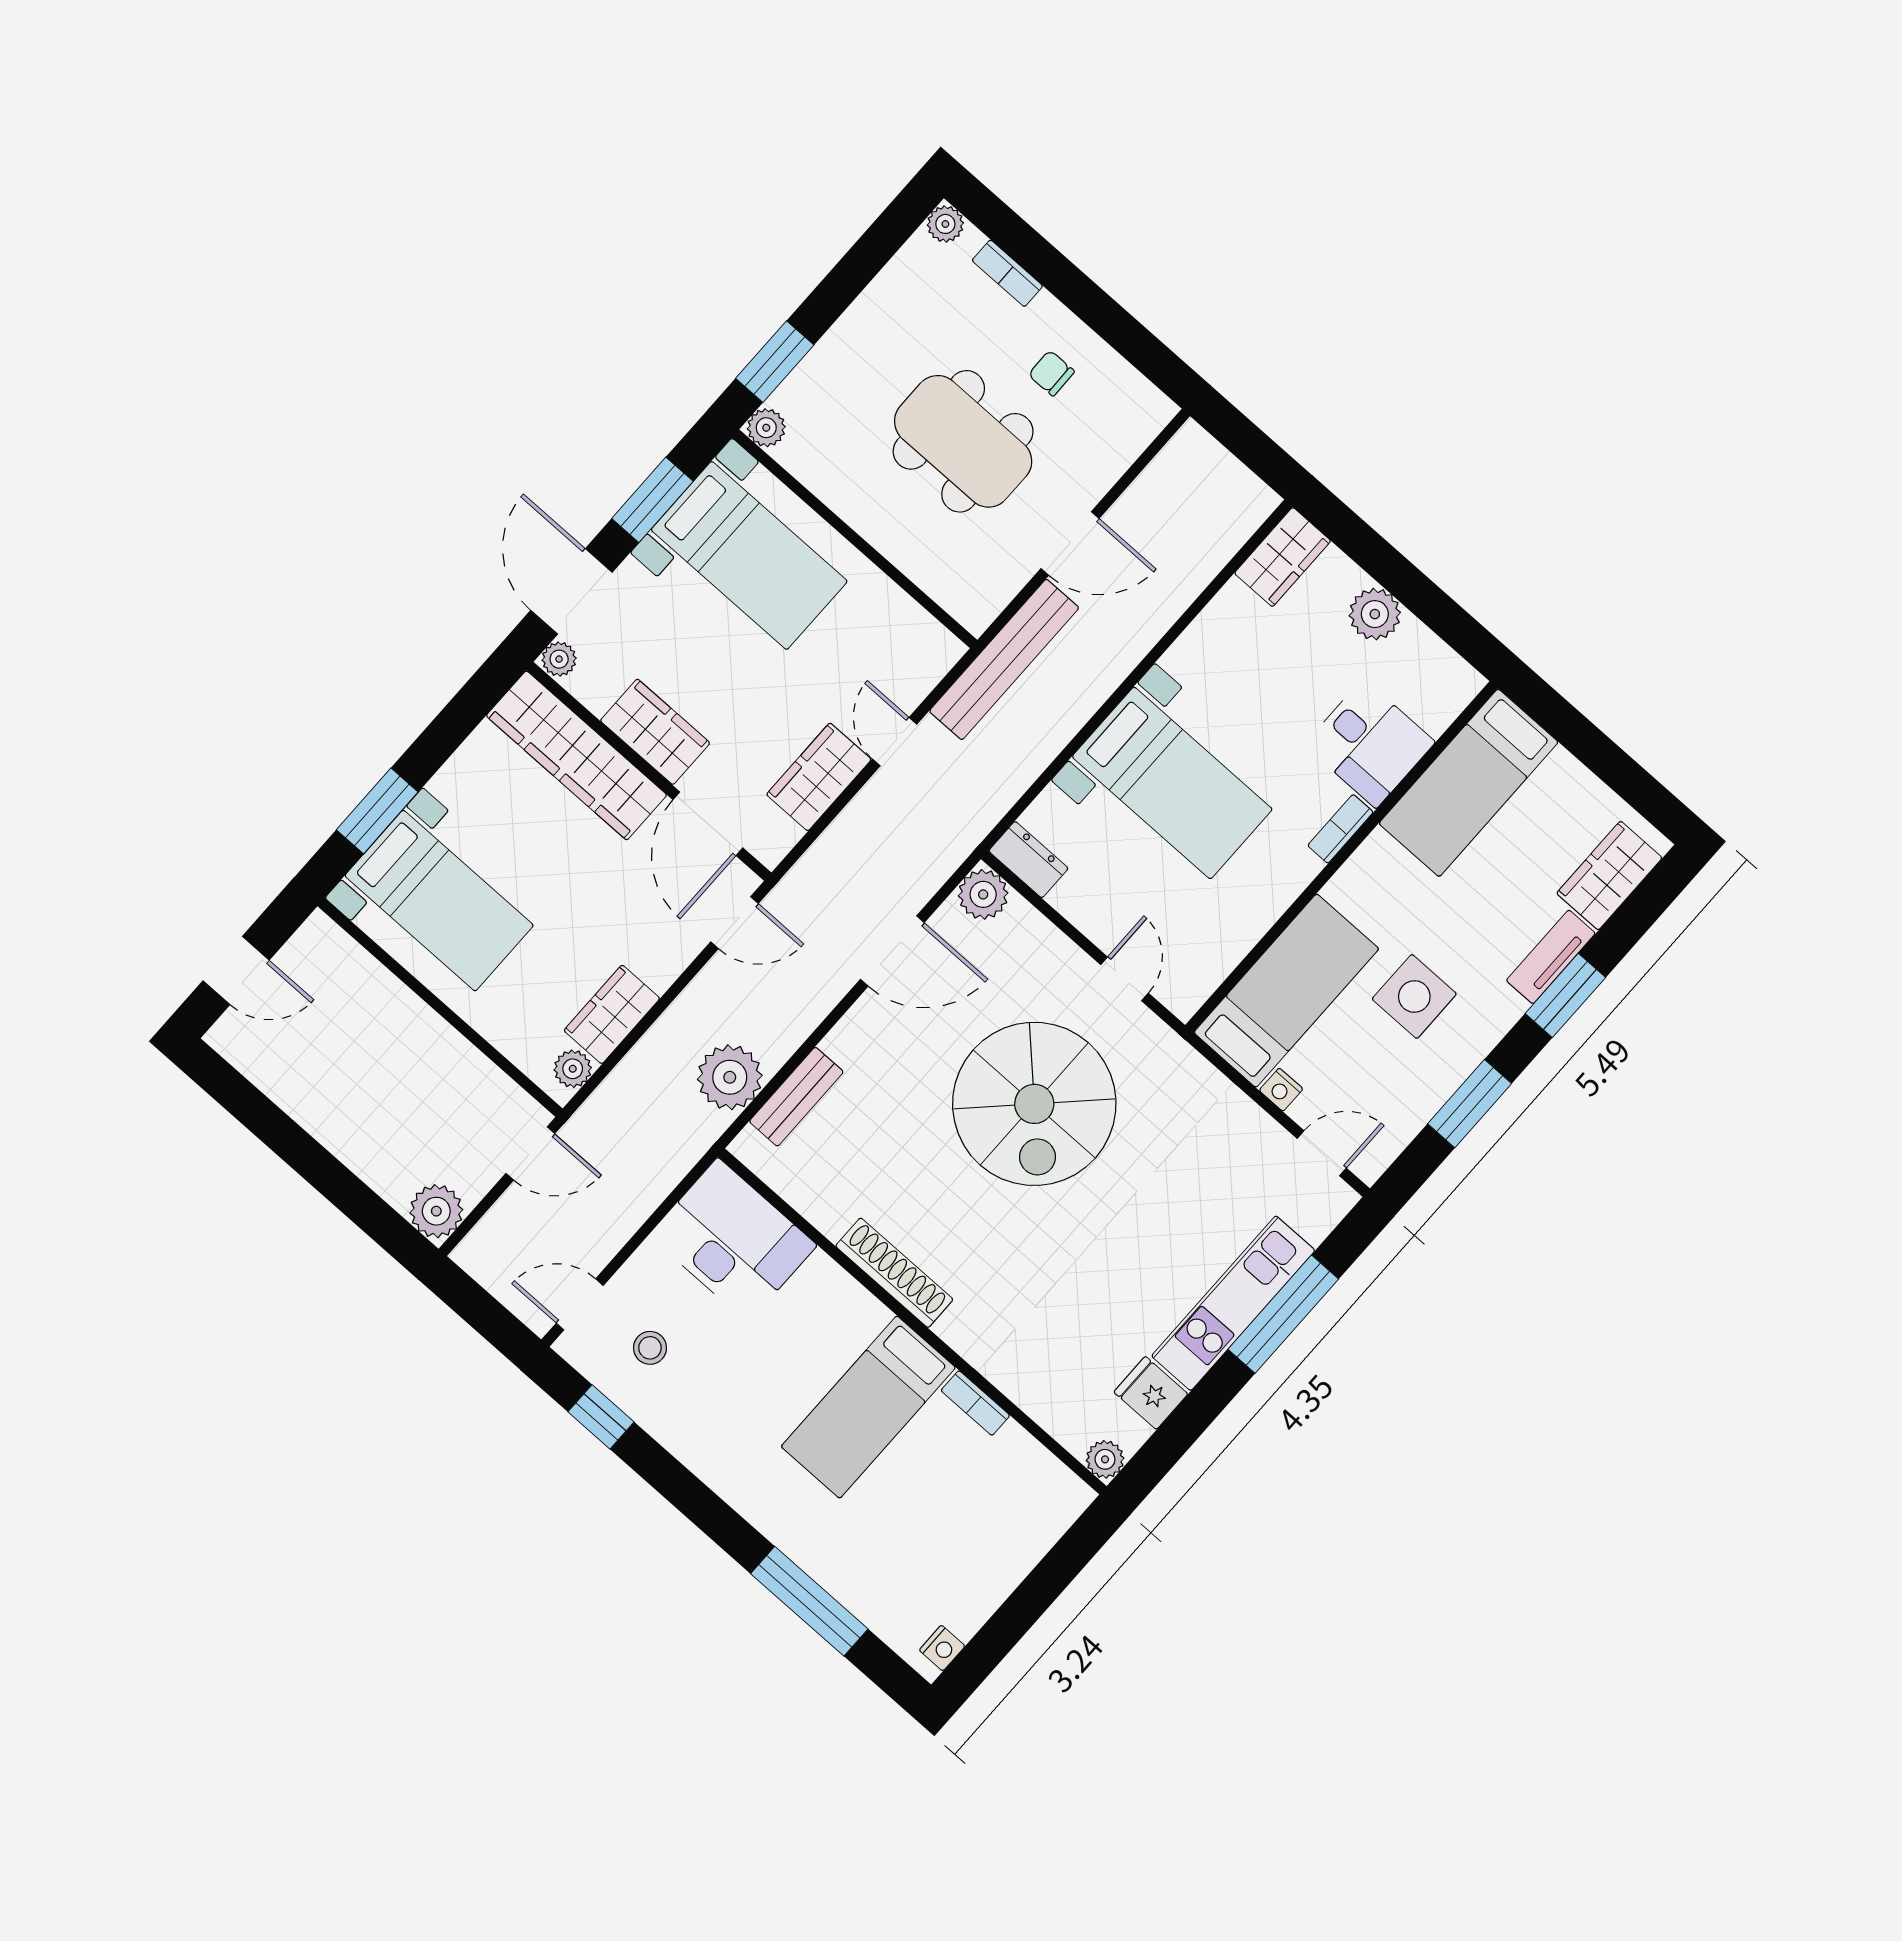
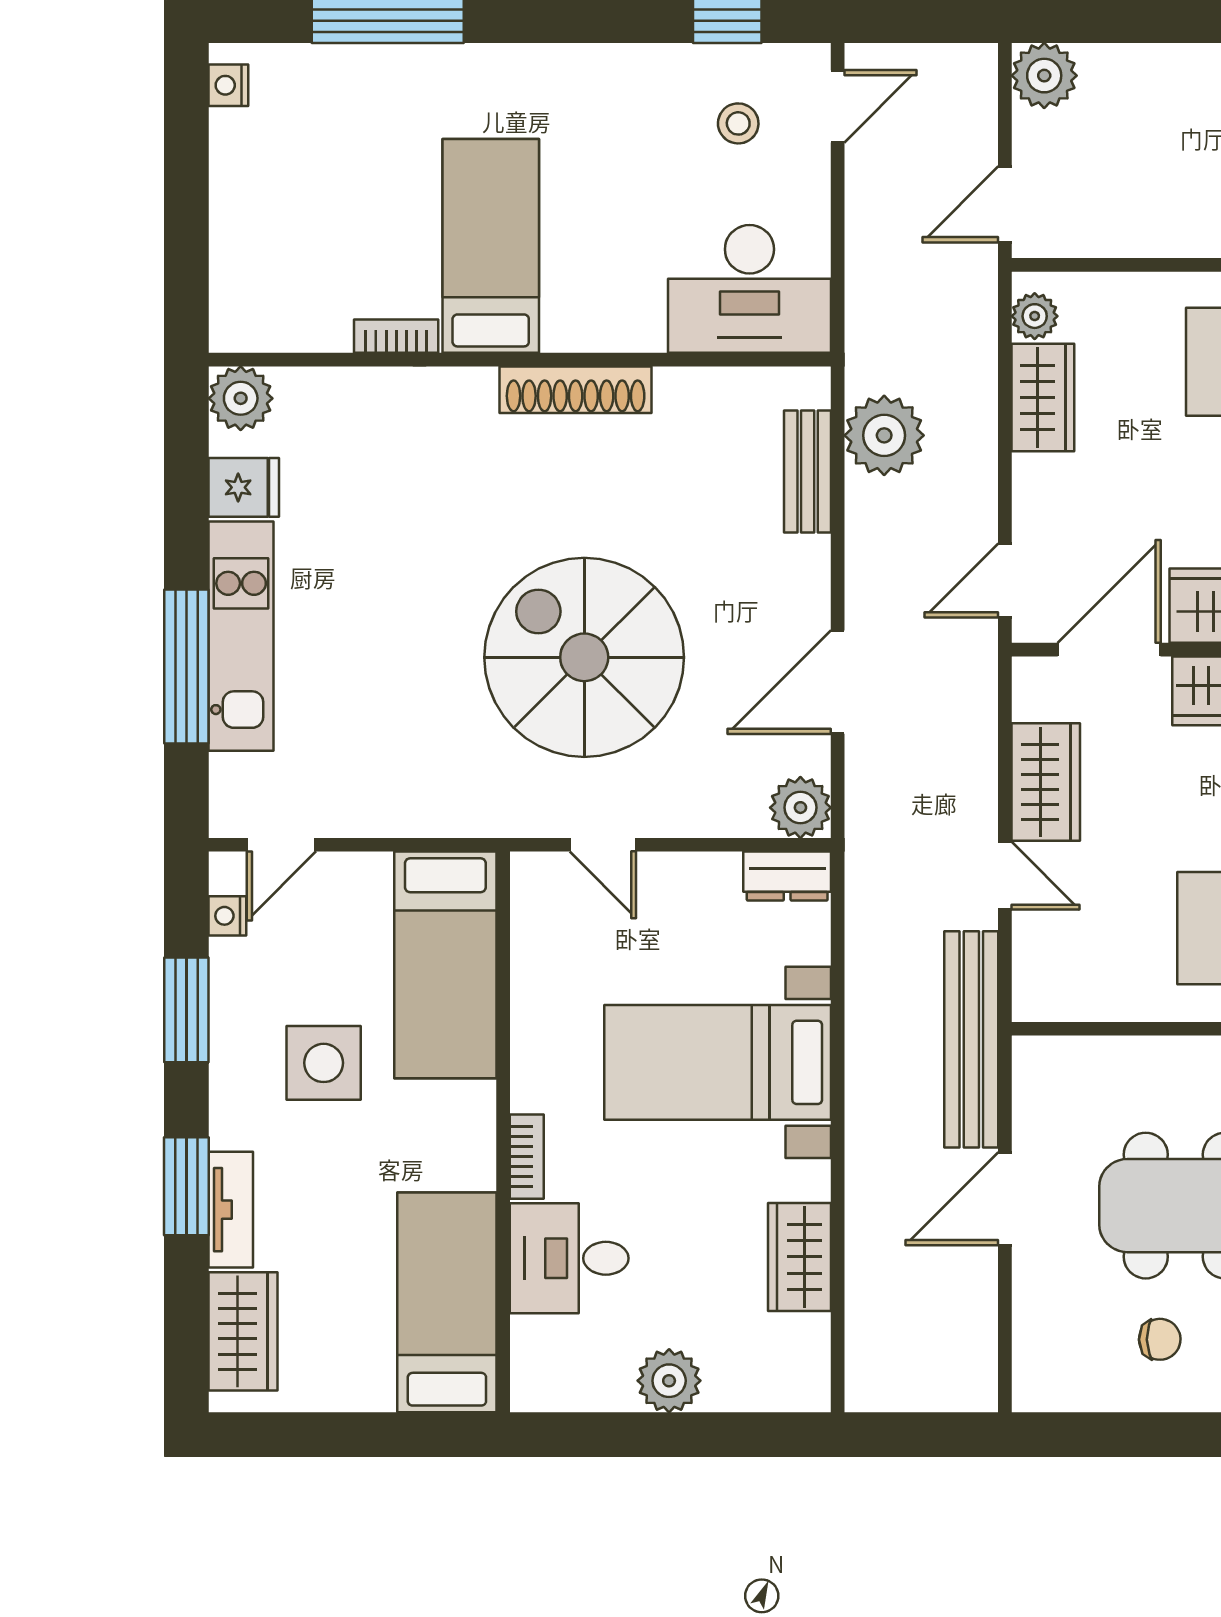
wardrobe: (1283, 557) -> (800, 1257), moved
door: (708, 824) -> (1109, 650), hinge flipped
nightstand: (1281, 1090) -> (227, 916), moved, turned -90
plant: (1105, 1459) -> (241, 398), width x1.38, depth x1.38

